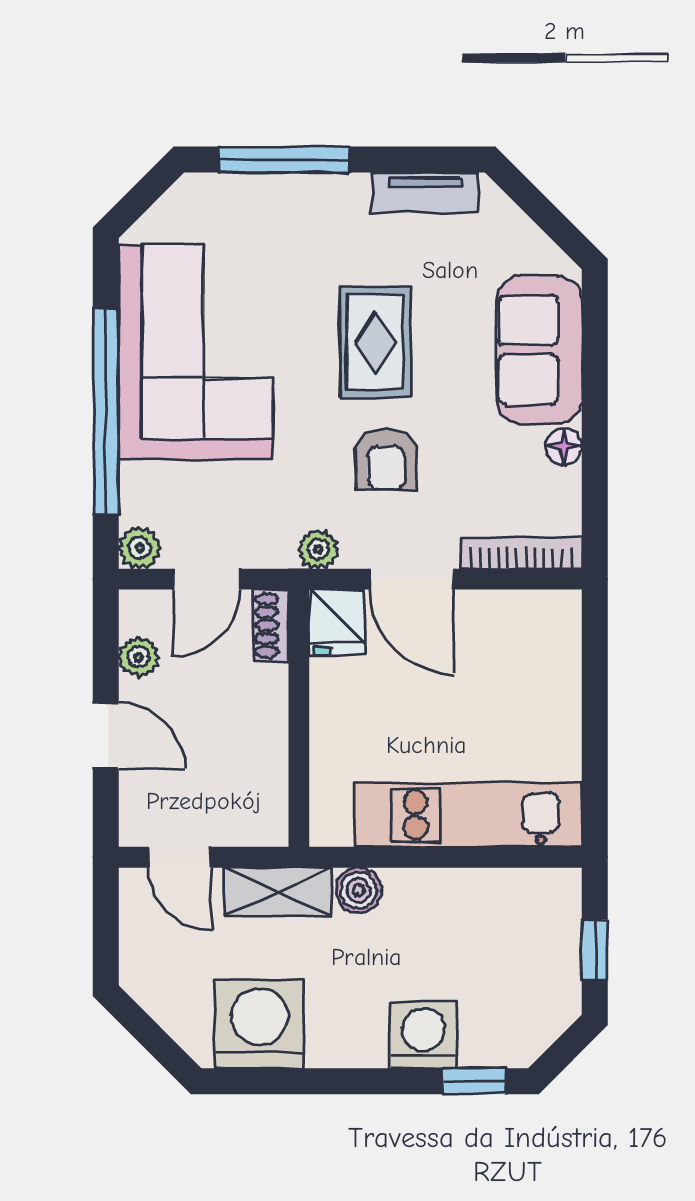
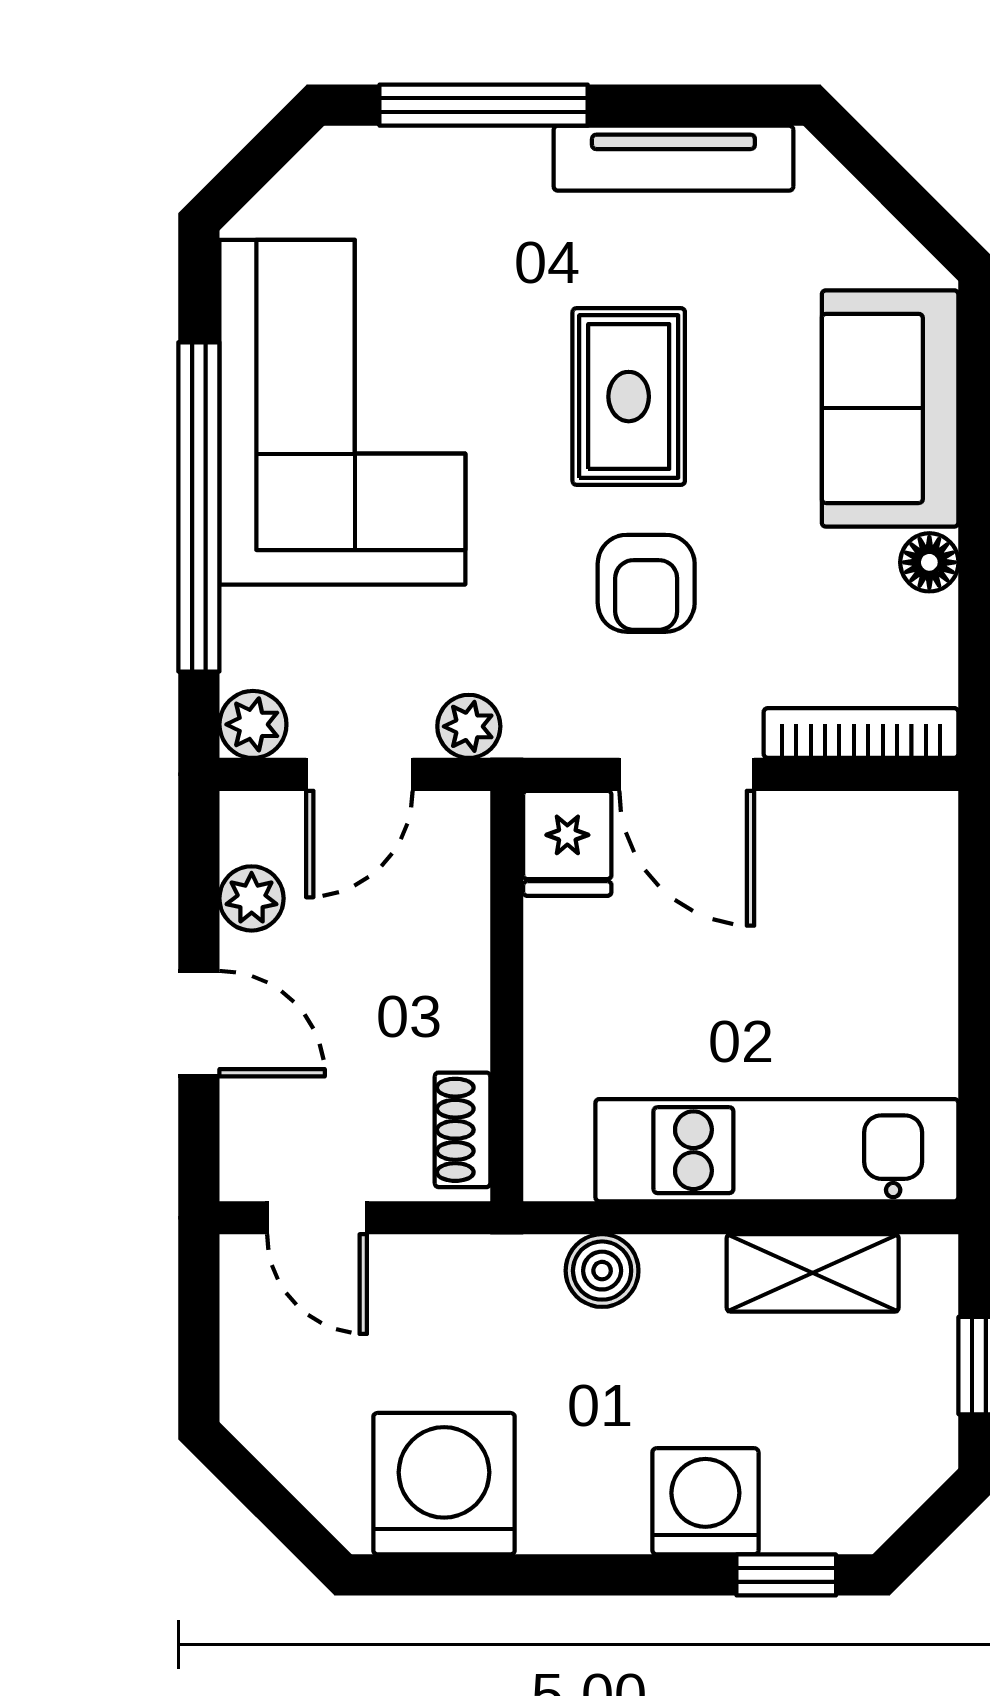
tv unit: (425, 193) -> (673, 158), width x1.41
plant: (318, 549) -> (469, 726), moved
shoe rack: (271, 625) -> (463, 1130), moved
shelving: (278, 892) -> (813, 1273), moved

